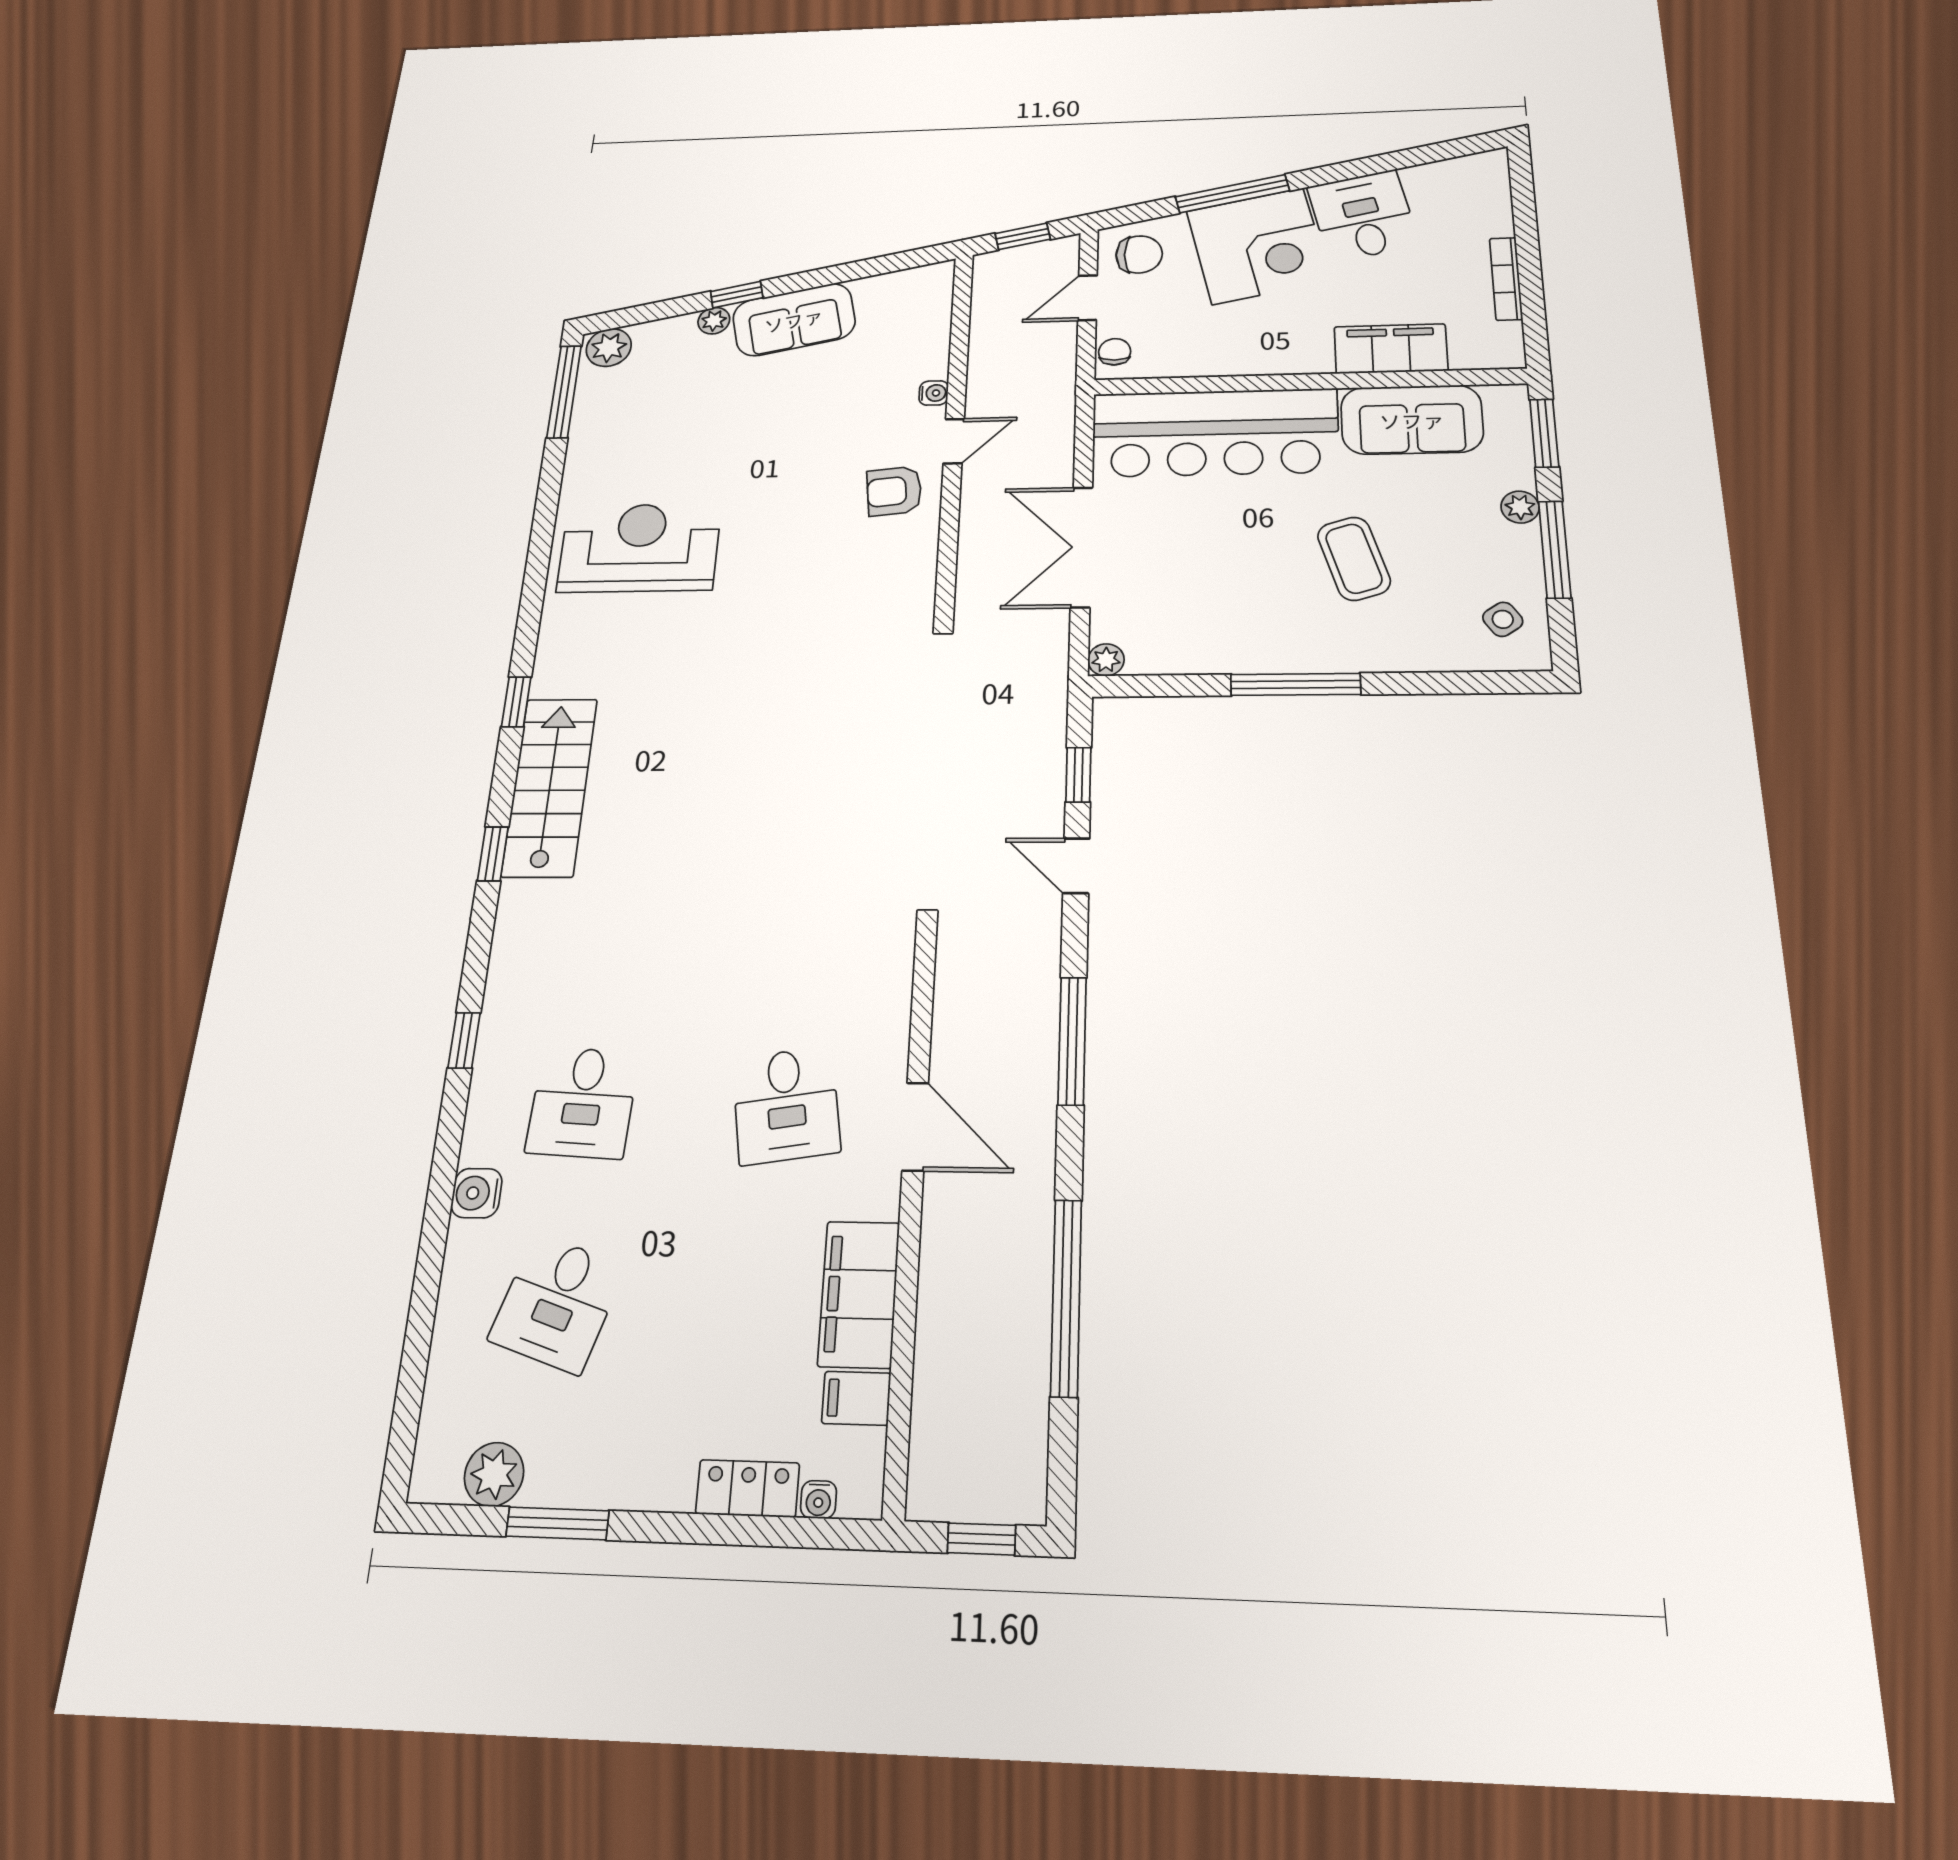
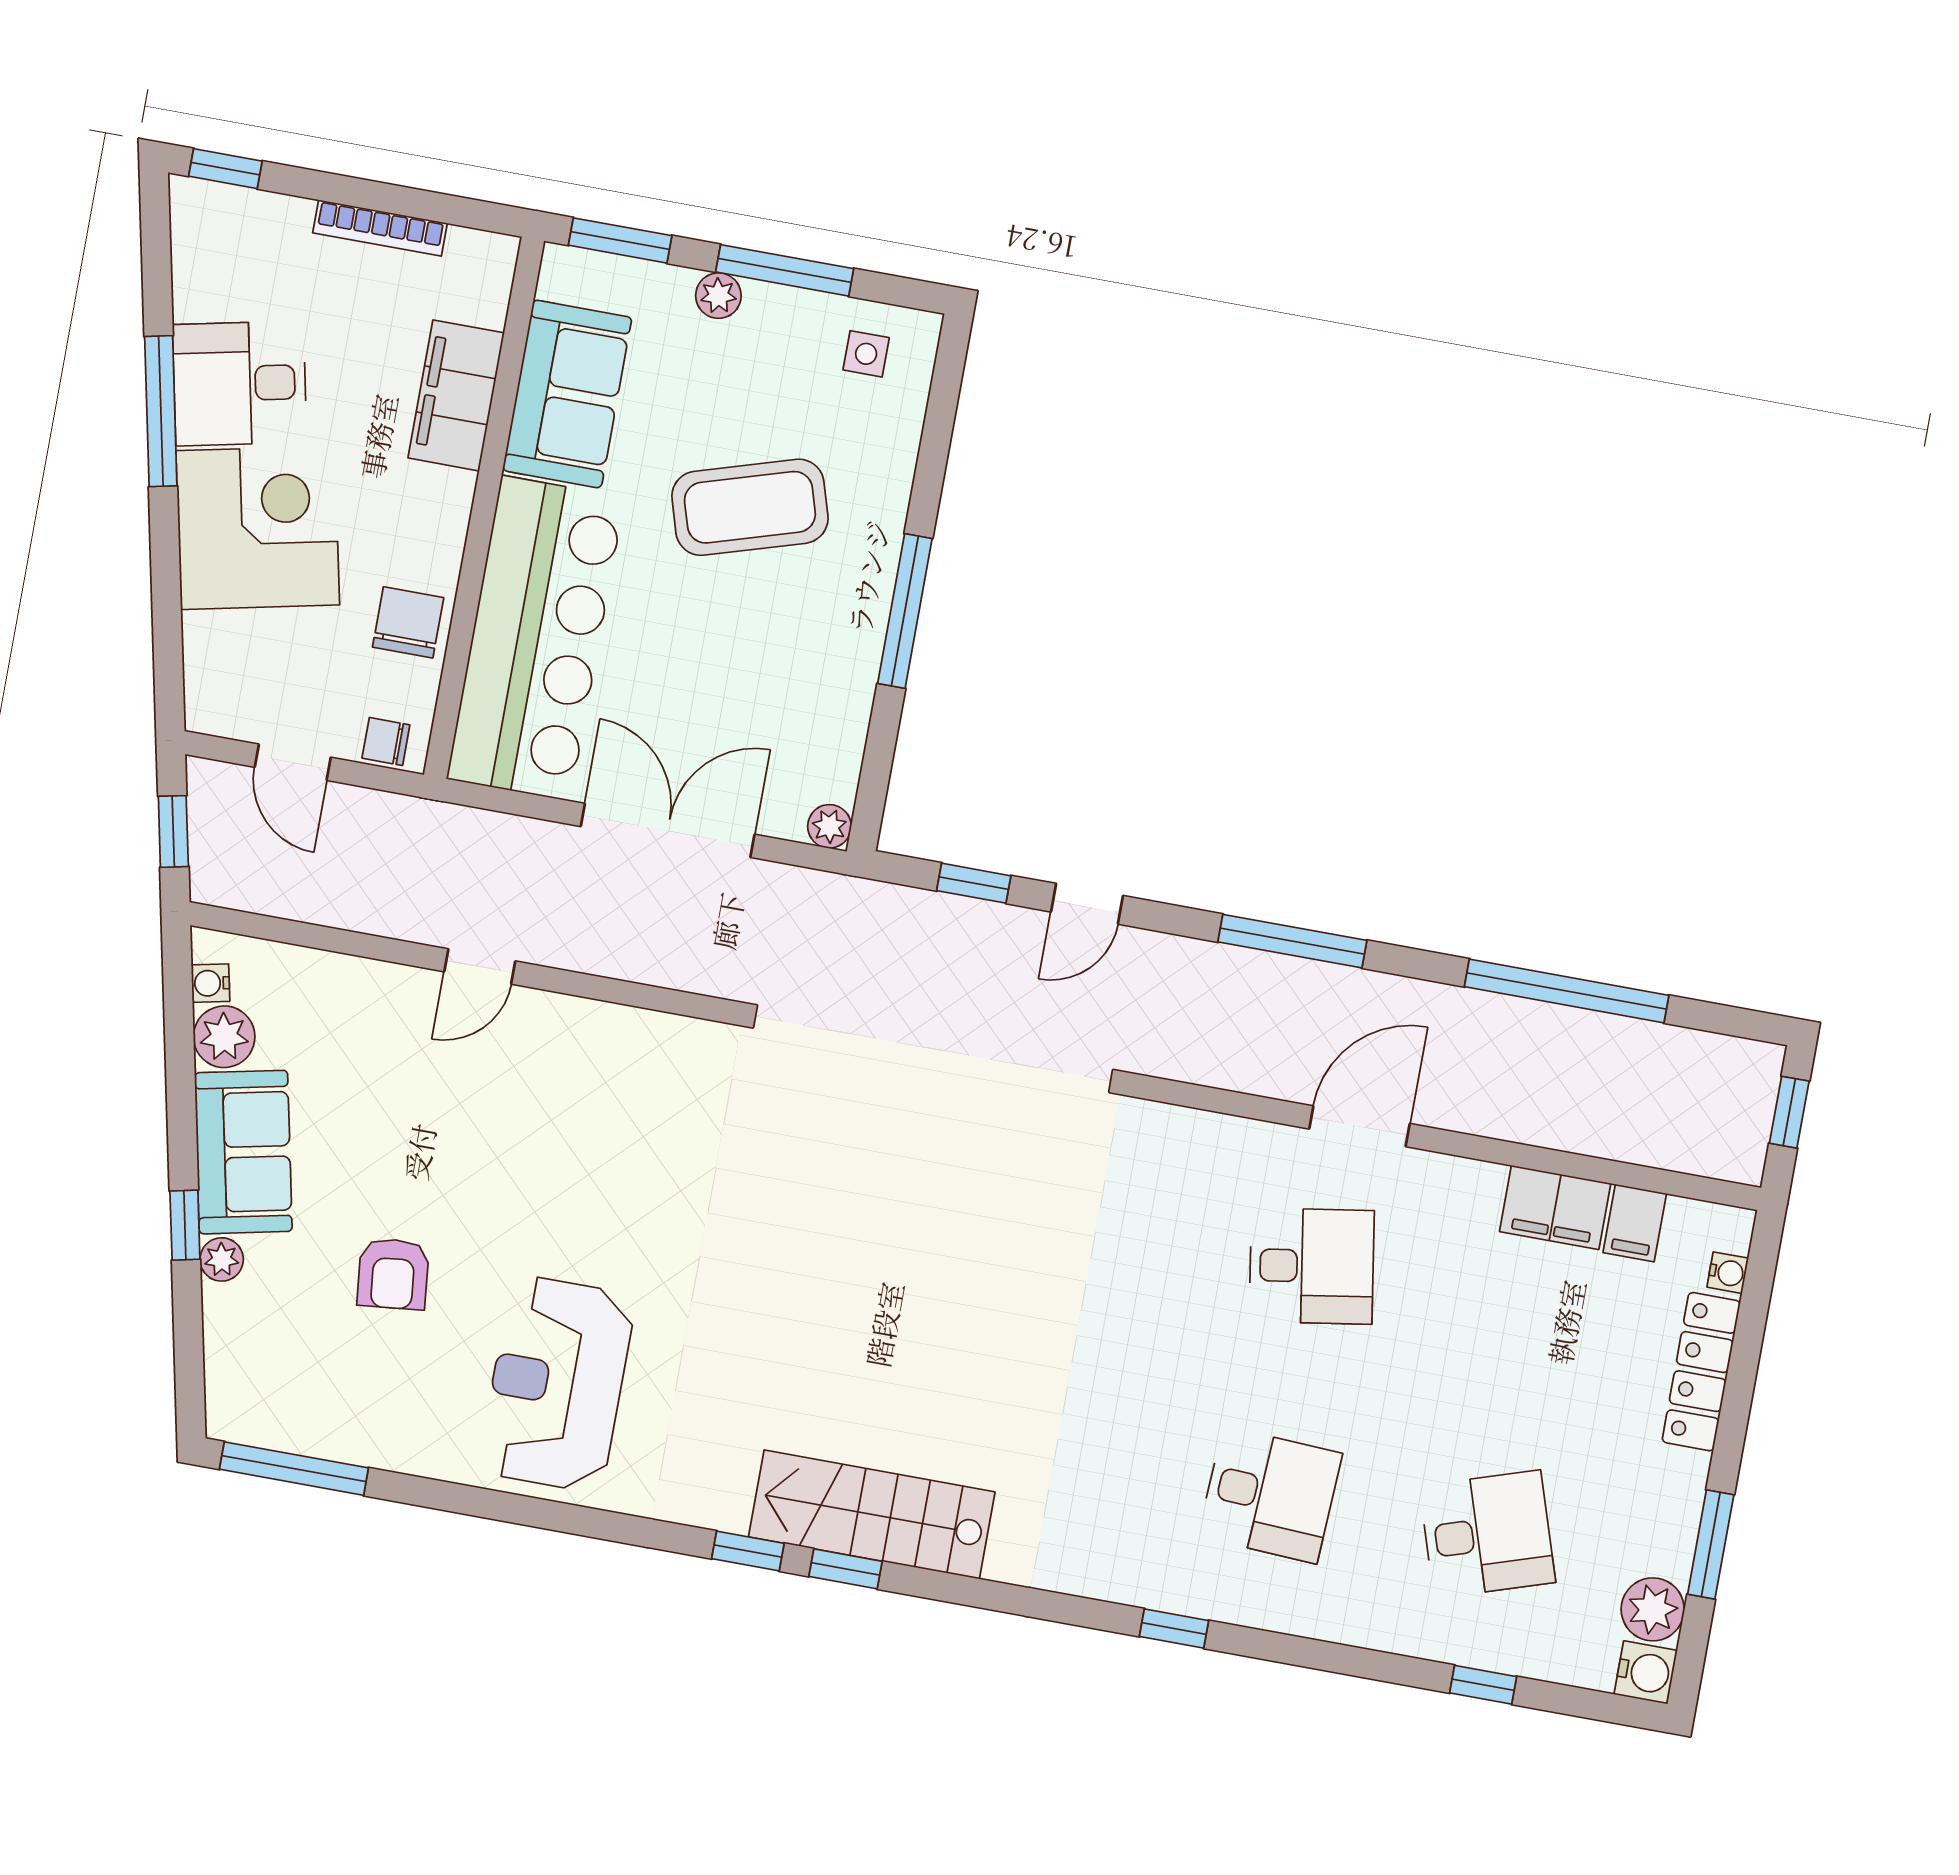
window: (1521, 179) -> (225, 169), added
window: (1232, 194) -> (161, 411), moved
chair: (1139, 254) -> (408, 622), moved
plant: (609, 348) -> (224, 1037), moved
water cooler: (934, 393) -> (210, 983), moved, turned -102
door: (954, 441) -> (480, 966), swing flipped
armchair: (894, 491) -> (393, 1274), moved
double door: (1081, 547) -> (668, 830), swing flipped
coffee table: (1354, 559) -> (750, 507), width x1.36, depth x1.32
side table: (1503, 619) -> (866, 354), turned 34
window: (493, 854) -> (846, 1569), moved
water cooler: (477, 1193) -> (1646, 1672), moved, turned -90
filing cabinet: (859, 1294) -> (1555, 1207), width x0.67, depth x0.86
desk: (557, 1303) -> (1487, 1534), turned -36
window: (421, 1321) -> (1483, 1685), added
locker: (748, 1488) -> (1701, 1372), width x1.53

